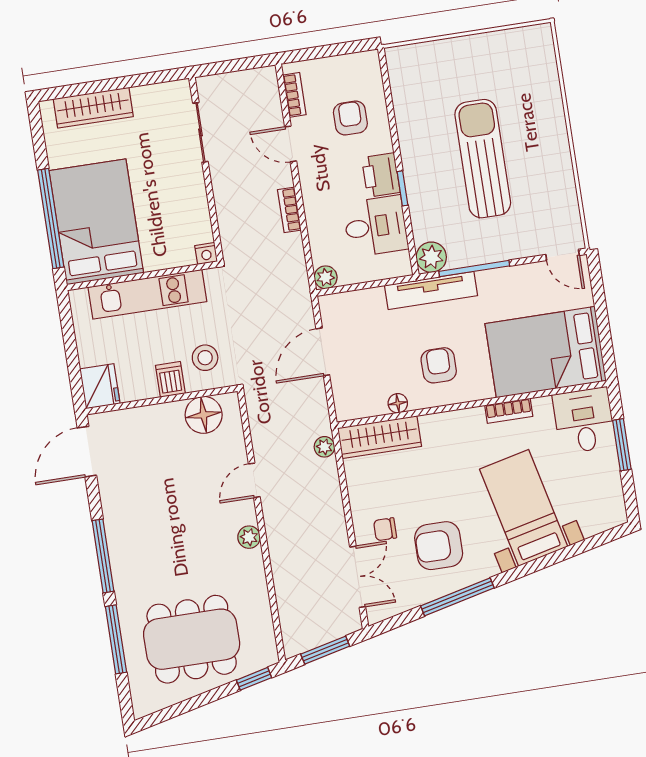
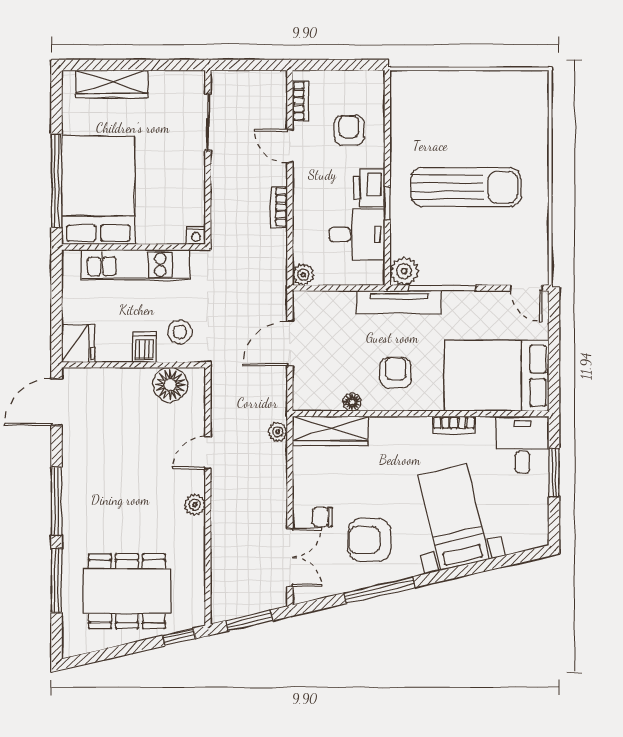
sun lounger: (483, 159) -> (466, 187), turned 90

